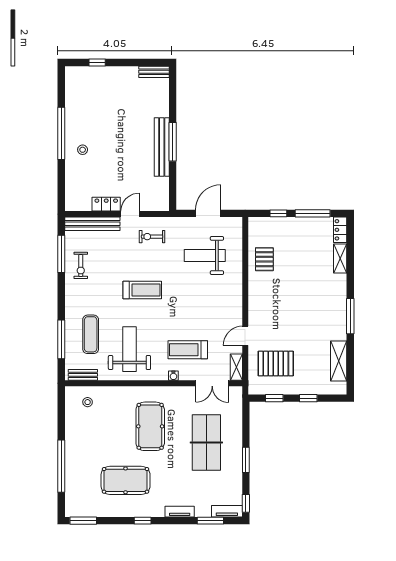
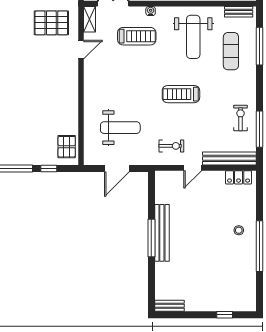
locker: (106, 204) -> (239, 177), moved
pallet: (264, 259) -> (67, 147), moved

